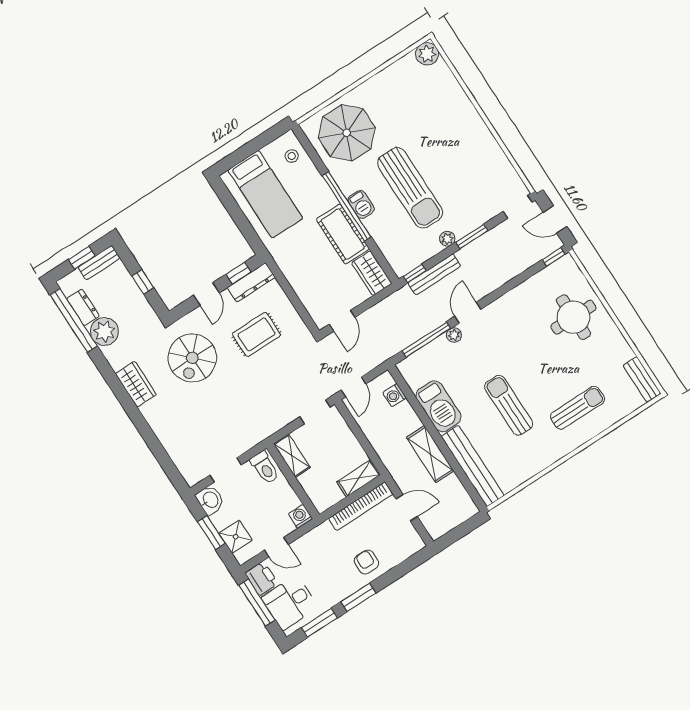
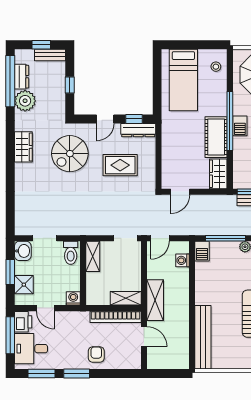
barbecue: (438, 406) -> (202, 251), moved, width x0.53, depth x0.65
shelving: (430, 454) -> (155, 300), moved

